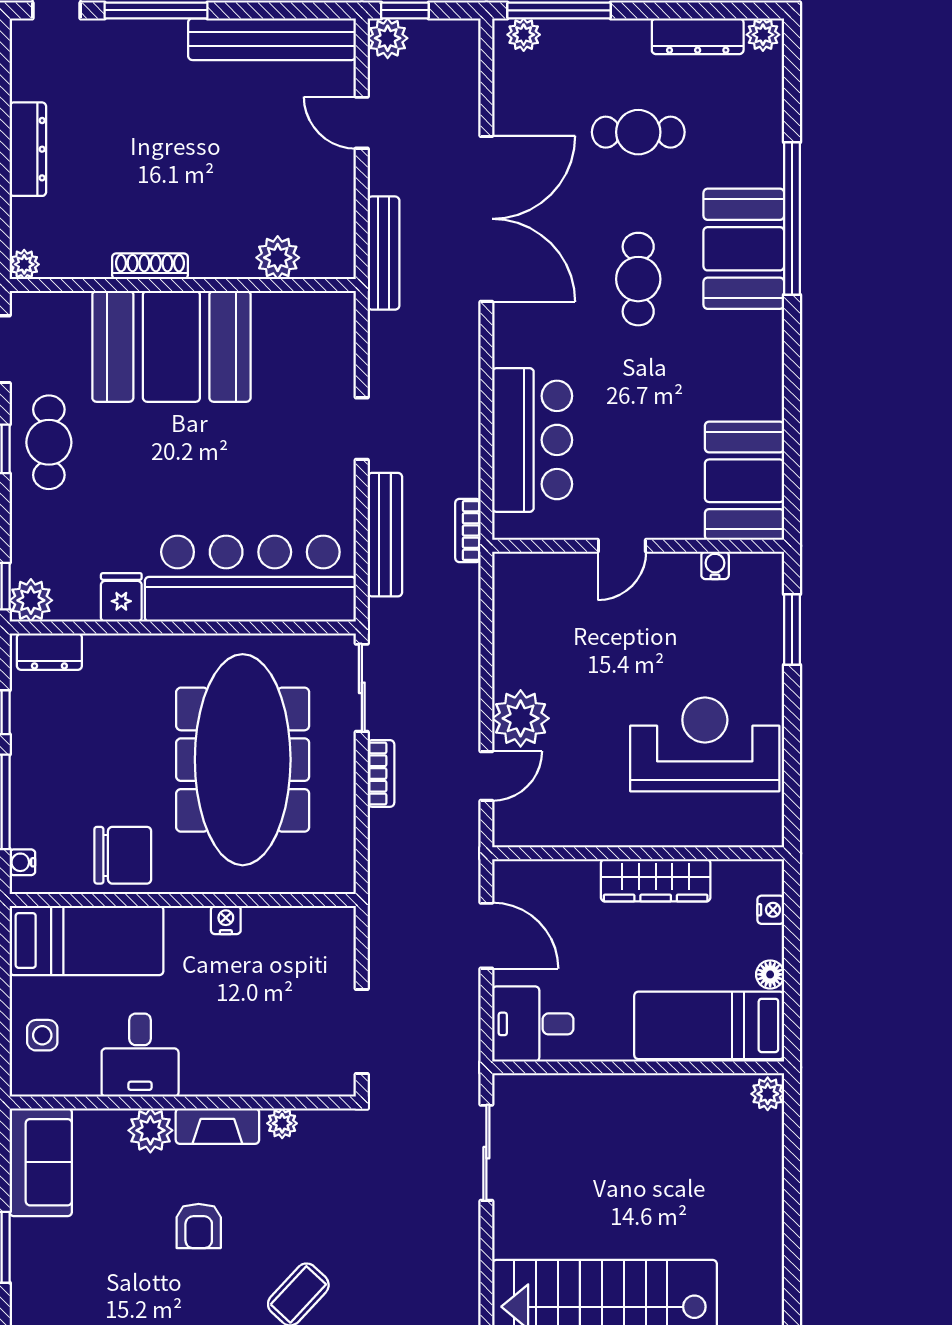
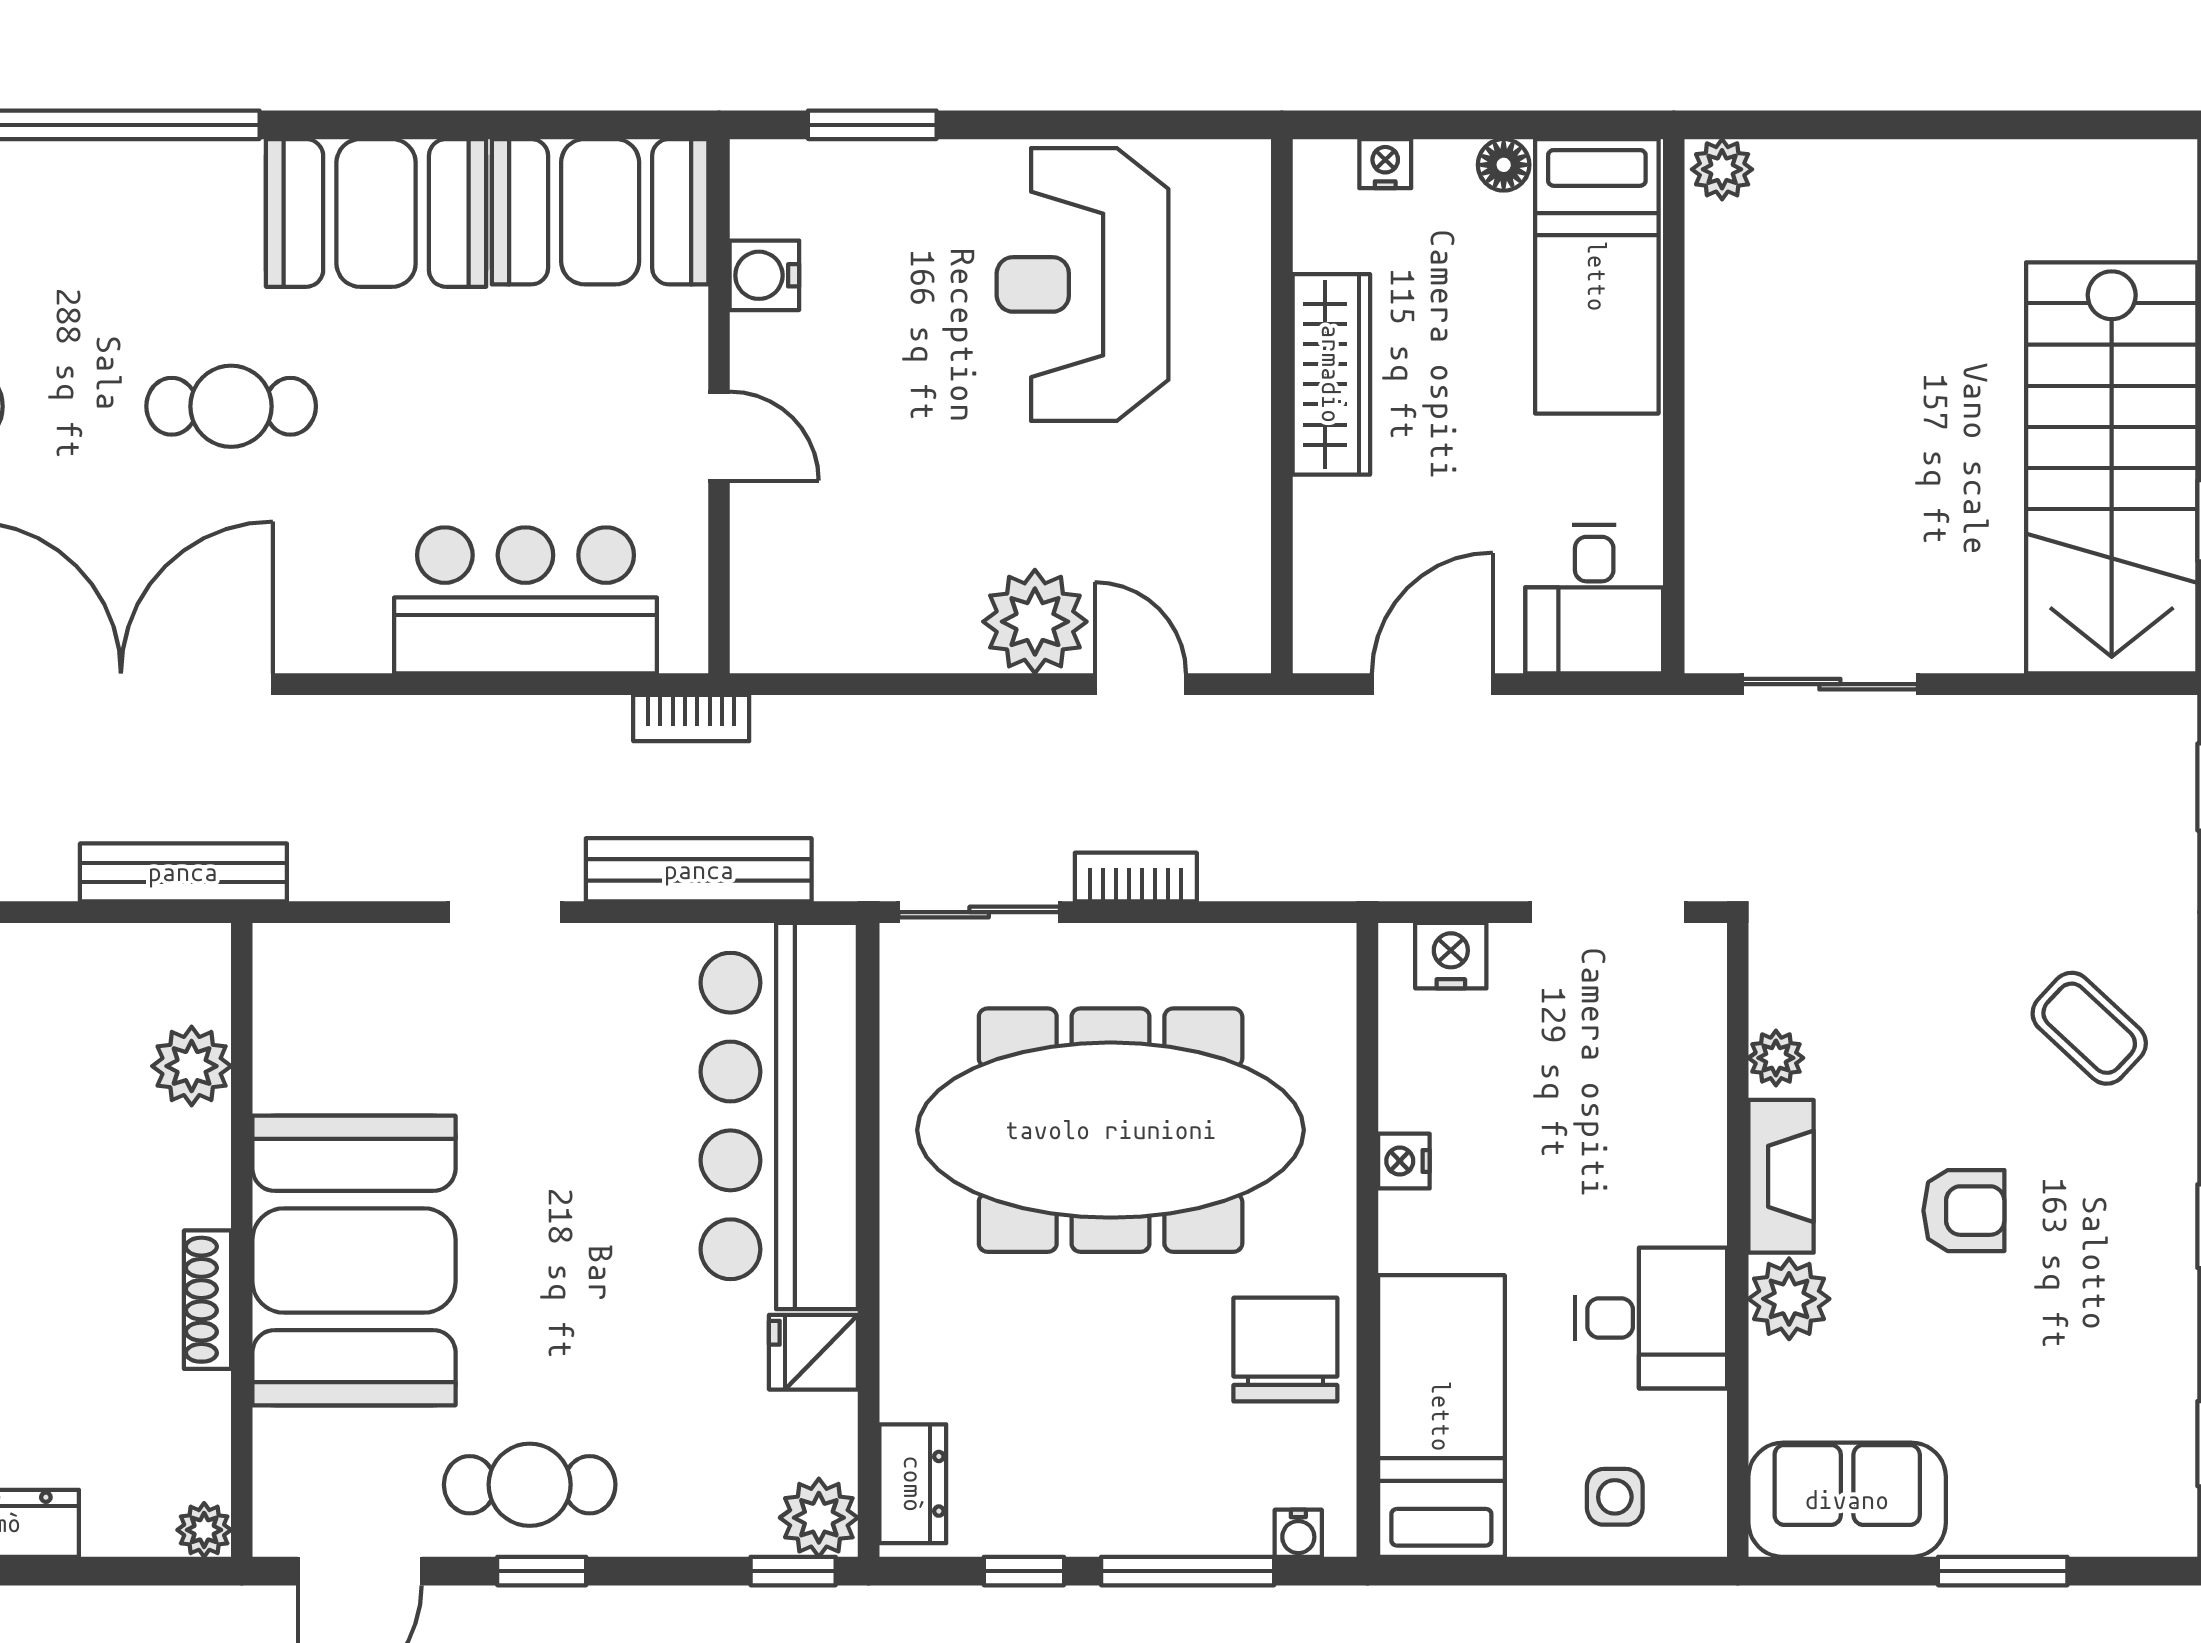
booth: (744, 249) -> (376, 213), moved
water cooler: (715, 565) -> (764, 275), width x1.38, depth x1.38
nightstand: (338, 946) -> (1451, 956), added

